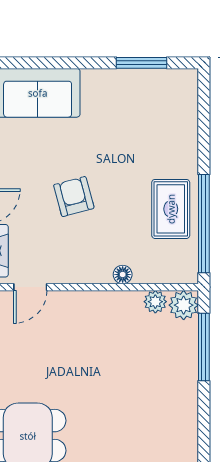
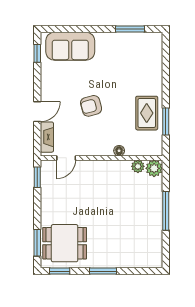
armchair: (74, 197) -> (91, 106), turned -90
window: (204, 224) -> (166, 121), width x0.47
window: (204, 347) -> (166, 211), moved

